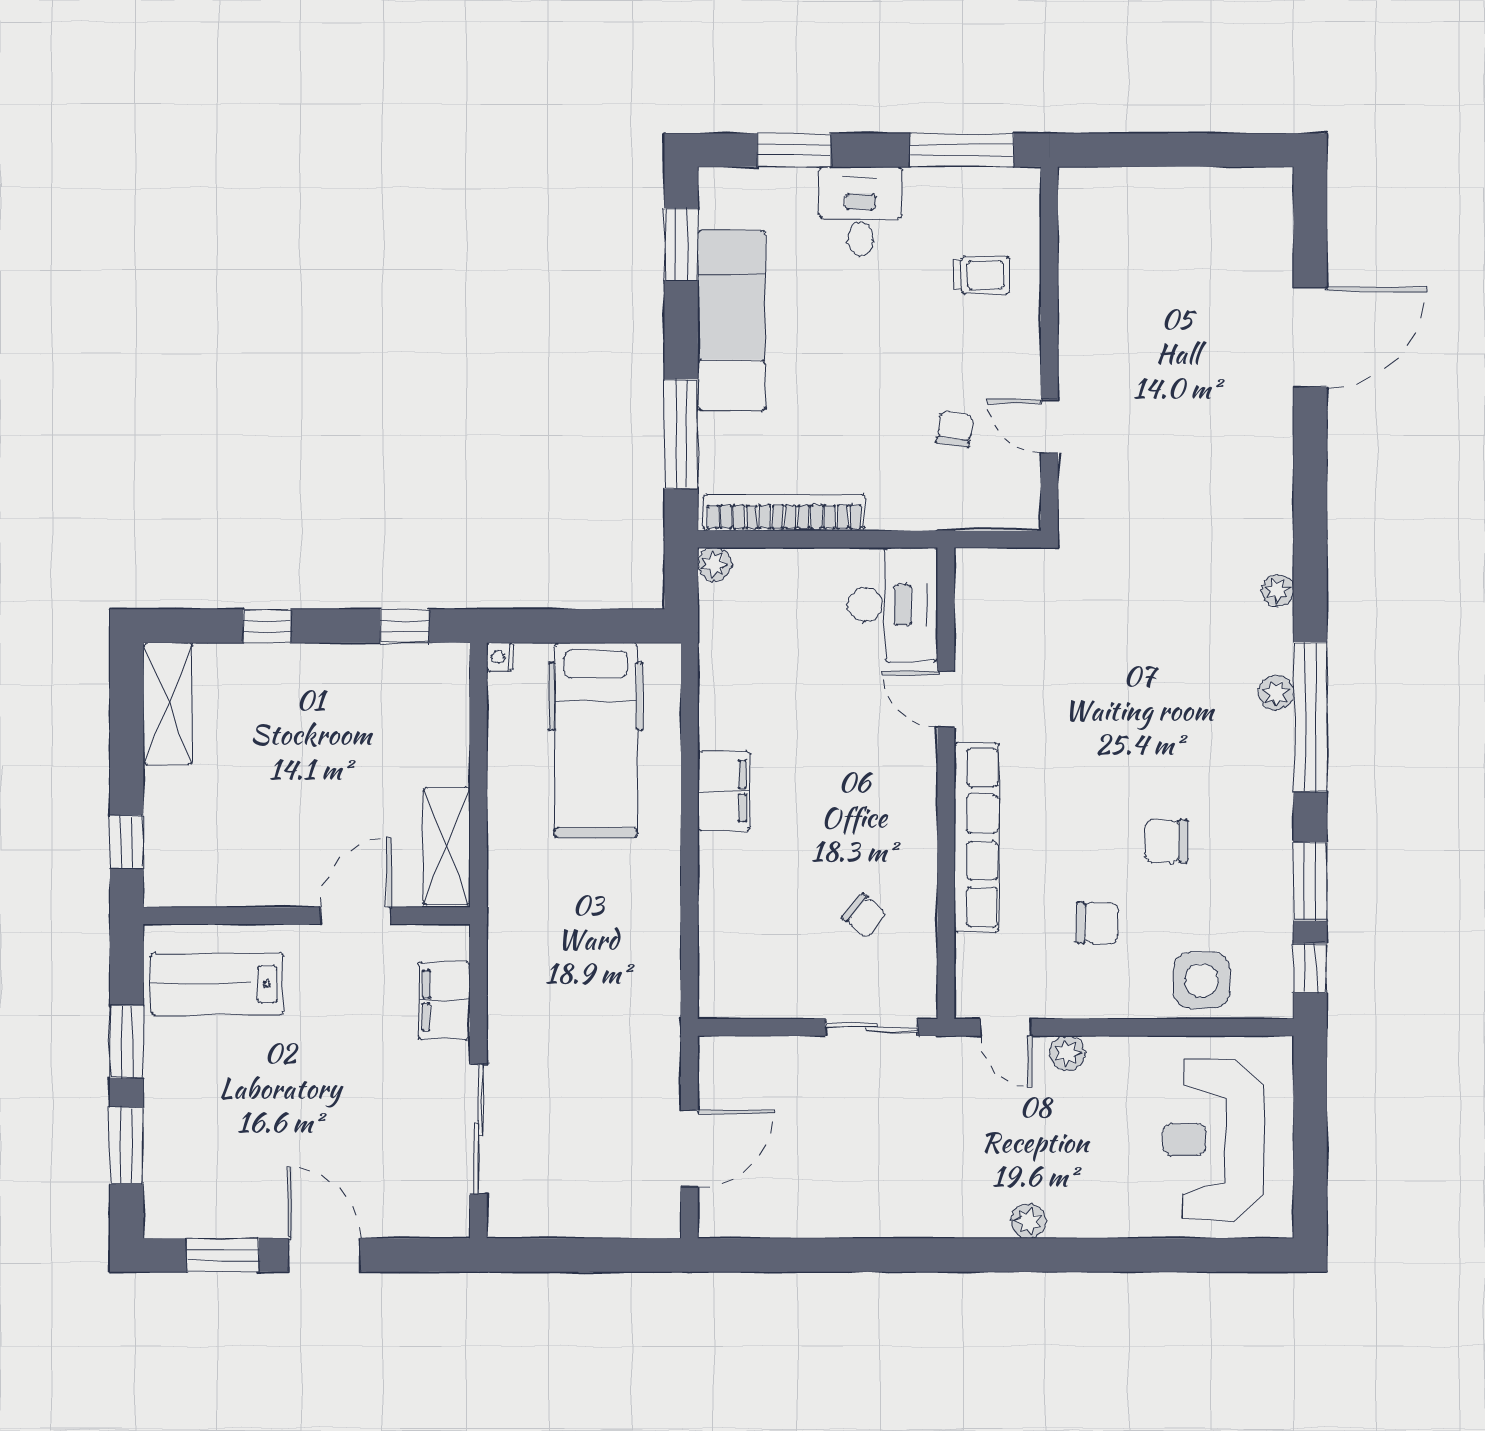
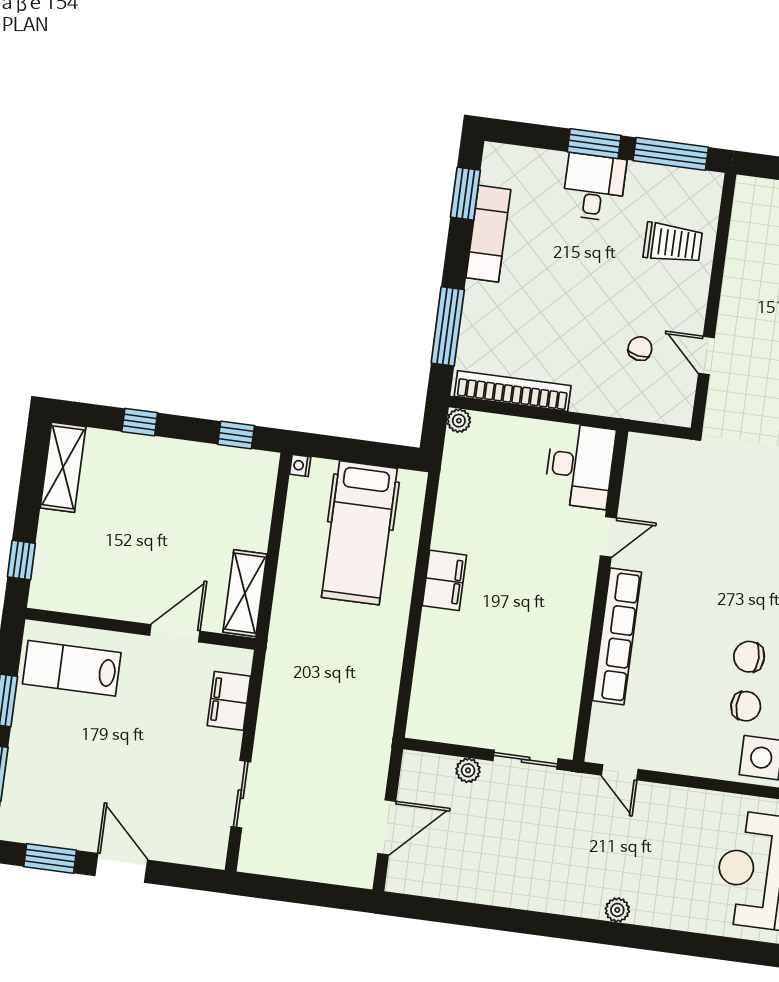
window: (794, 150) -> (594, 144), moved
trolley: (981, 275) -> (673, 243), width x1.36, depth x1.39
exam couch: (731, 320) -> (488, 234), width x0.73, depth x0.69
door: (946, 699) -> (608, 537), swing flipped
chair: (865, 916) -> (531, 681), removed
chair: (1097, 923) -> (746, 706), moved
plant: (1067, 1053) -> (468, 770), moved
sliding door: (478, 1129) -> (241, 794), width x0.73

